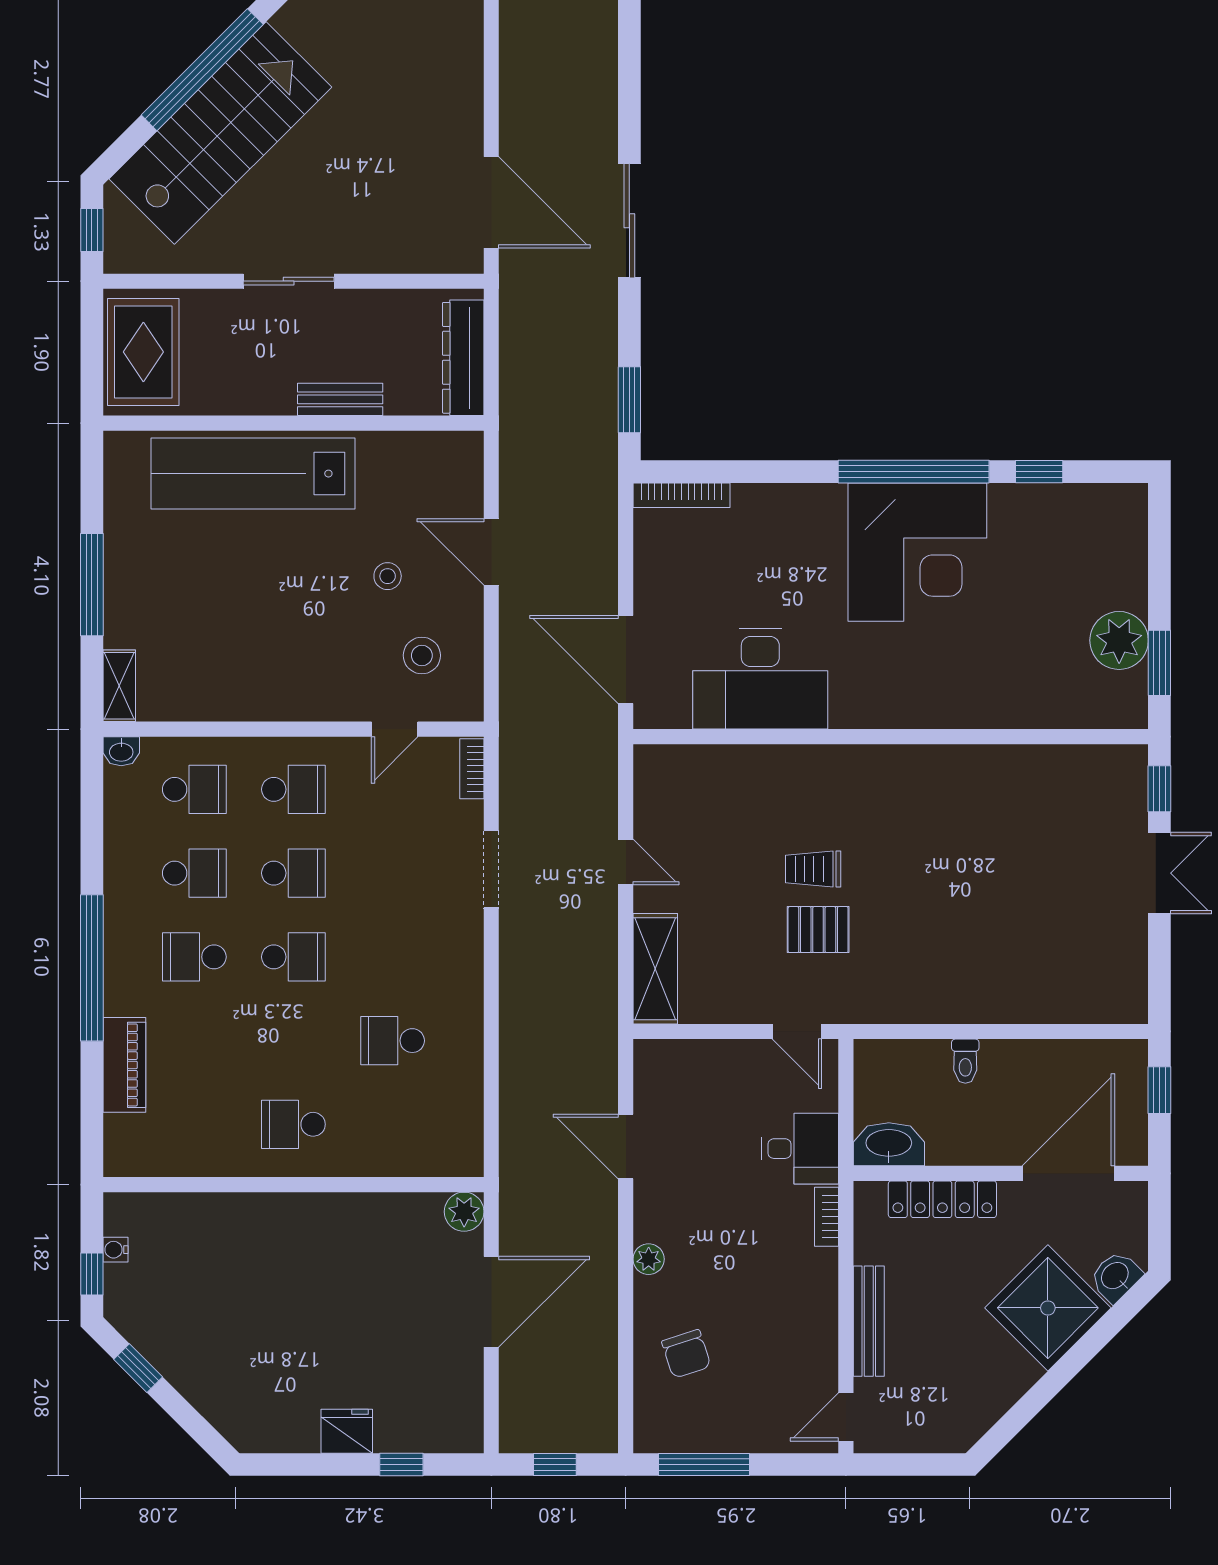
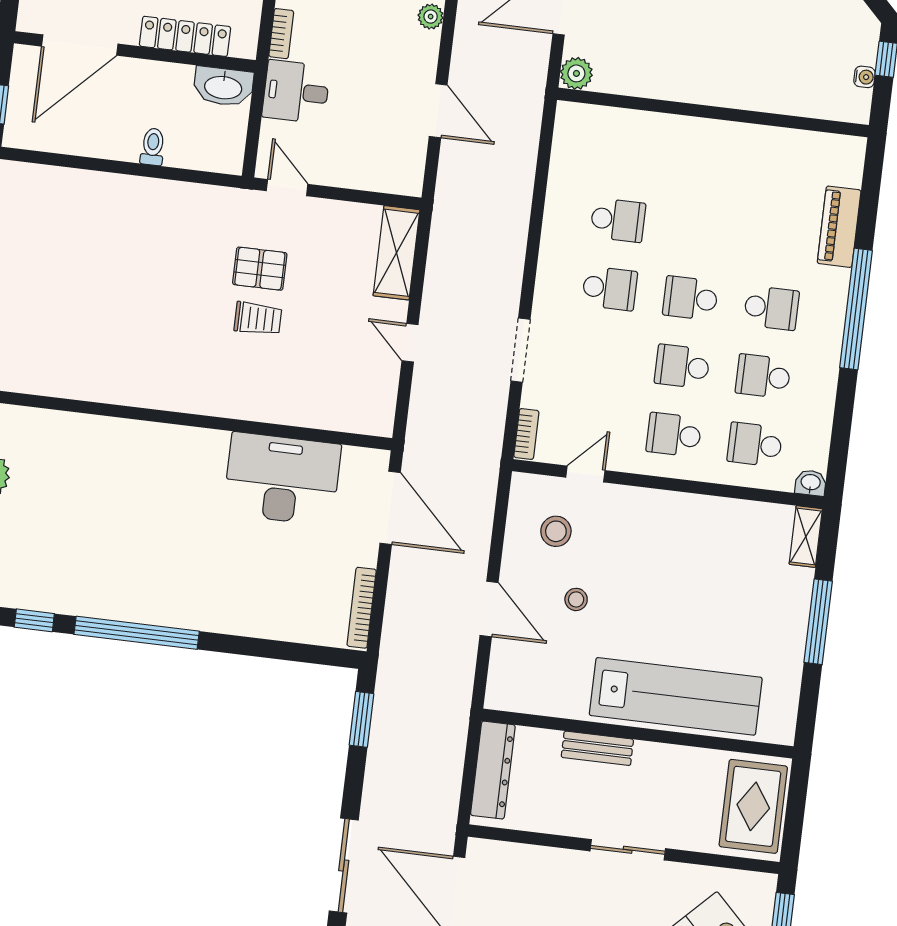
bookcase: (682, 495) -> (362, 608), moved, turned -90
corner desk: (917, 552) -> (141, 567), removed
school desk: (293, 1124) -> (610, 288), moved

